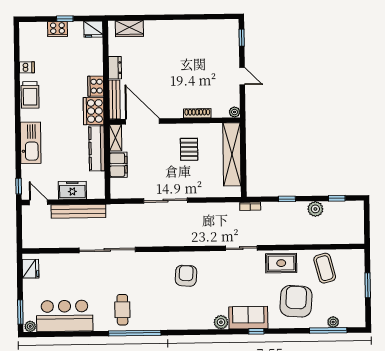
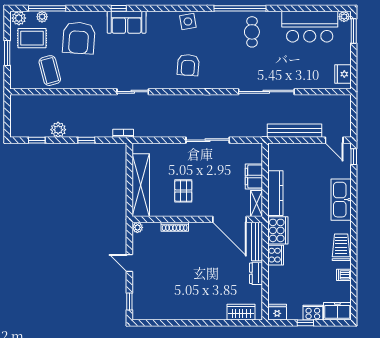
freezer: (72, 190) -> (337, 311), moved, turned 180
rug: (281, 263) -> (32, 38), moved
side table: (187, 319) -> (188, 21), added
plant: (221, 322) -> (19, 18), moved

